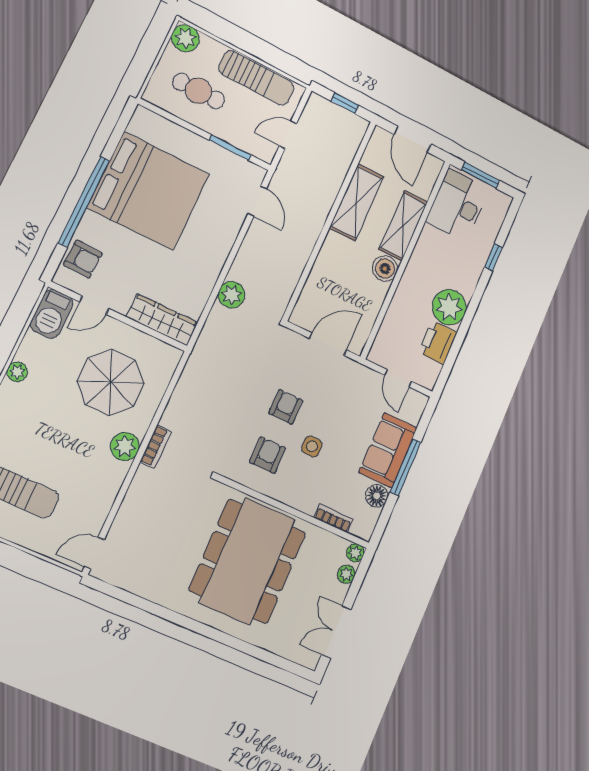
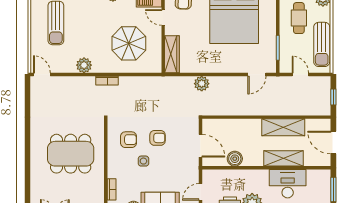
door: (413, 139) -> (333, 143), hinge flipped
desk: (457, 205) -> (288, 184), moved
boiler: (385, 269) -> (235, 159), moved
plant: (125, 446) -> (84, 65), moved
dining table: (248, 561) -> (71, 154), width x0.73, depth x0.80

